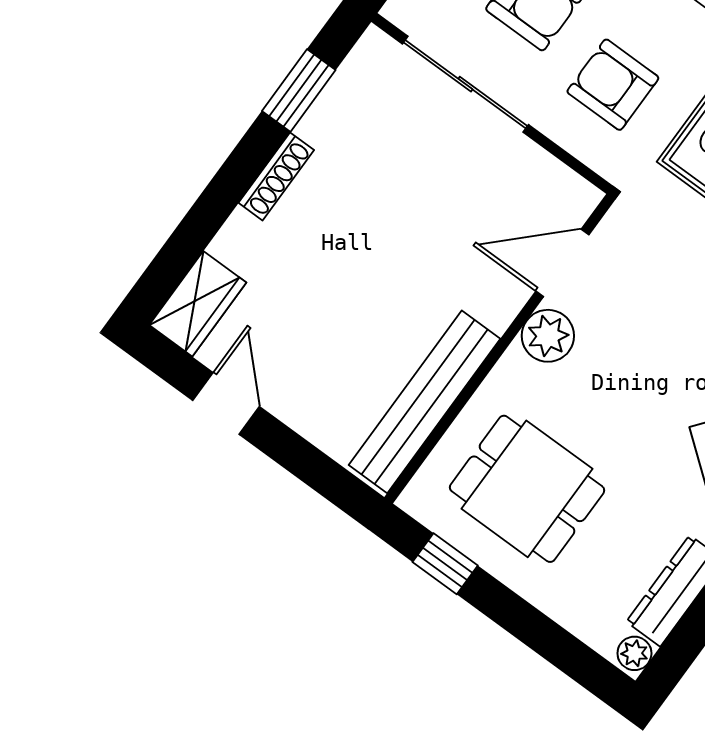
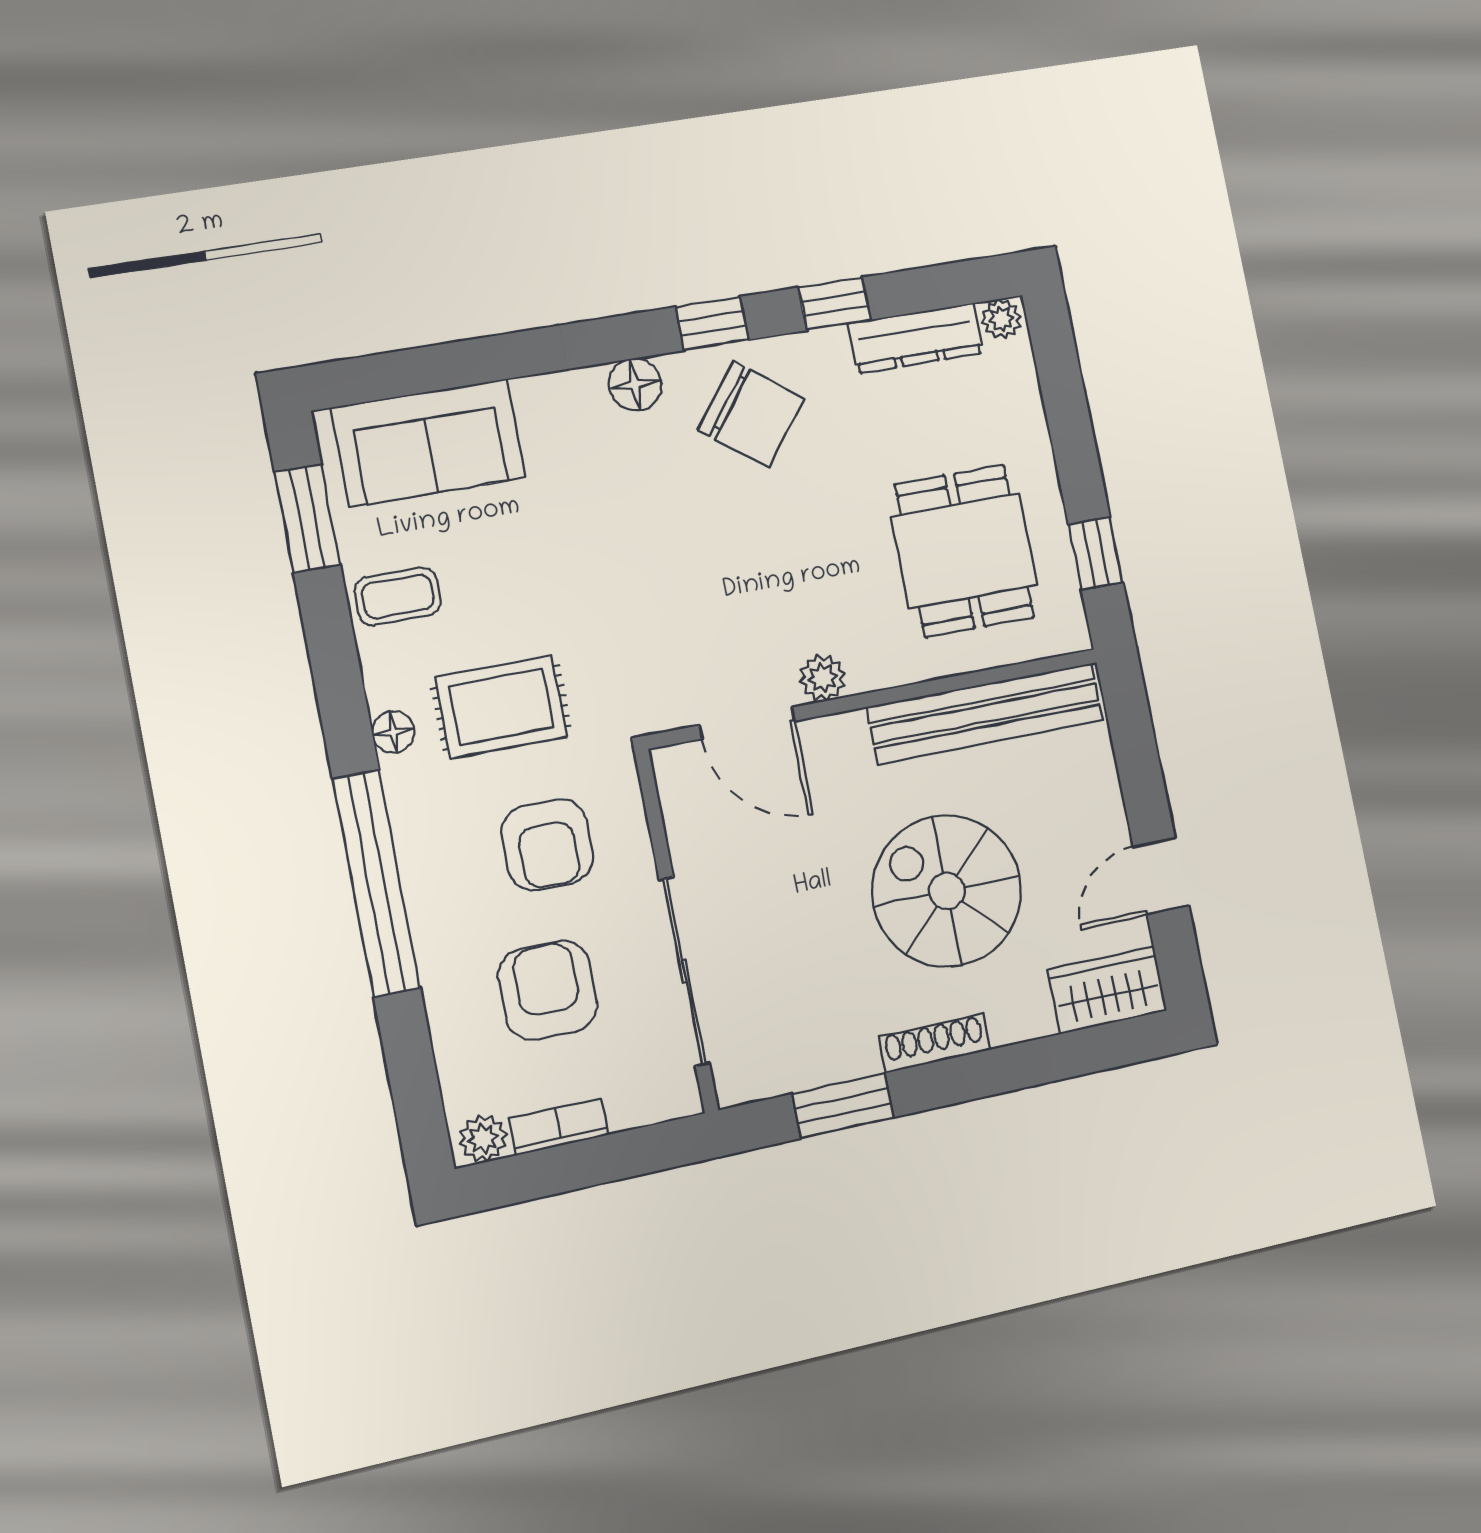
spiral stairs: (351, 274) -> (947, 891), added
plant: (548, 336) -> (823, 678), width x0.73, depth x0.73

